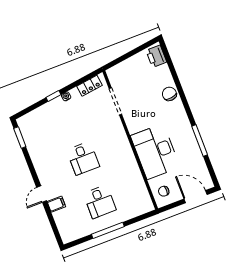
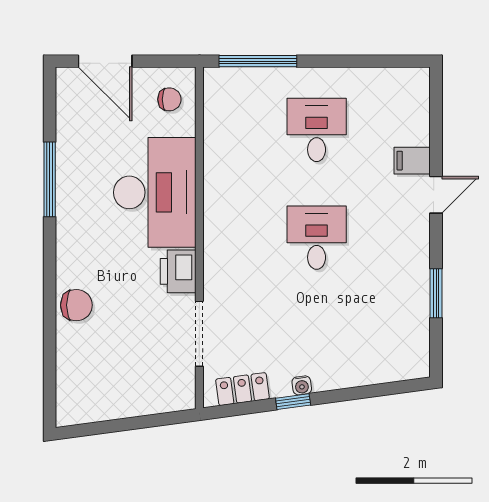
printer: (156, 56) -> (178, 271), moved, turned 180
chair: (169, 94) -> (76, 305), turned -83
window: (53, 96) -> (293, 402), moved
window: (20, 138) -> (436, 293), moved
window: (108, 230) -> (258, 61), moved

